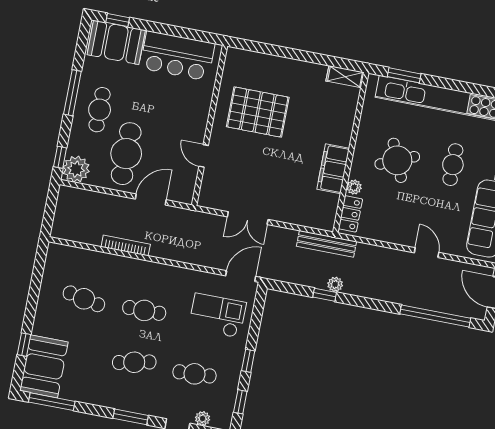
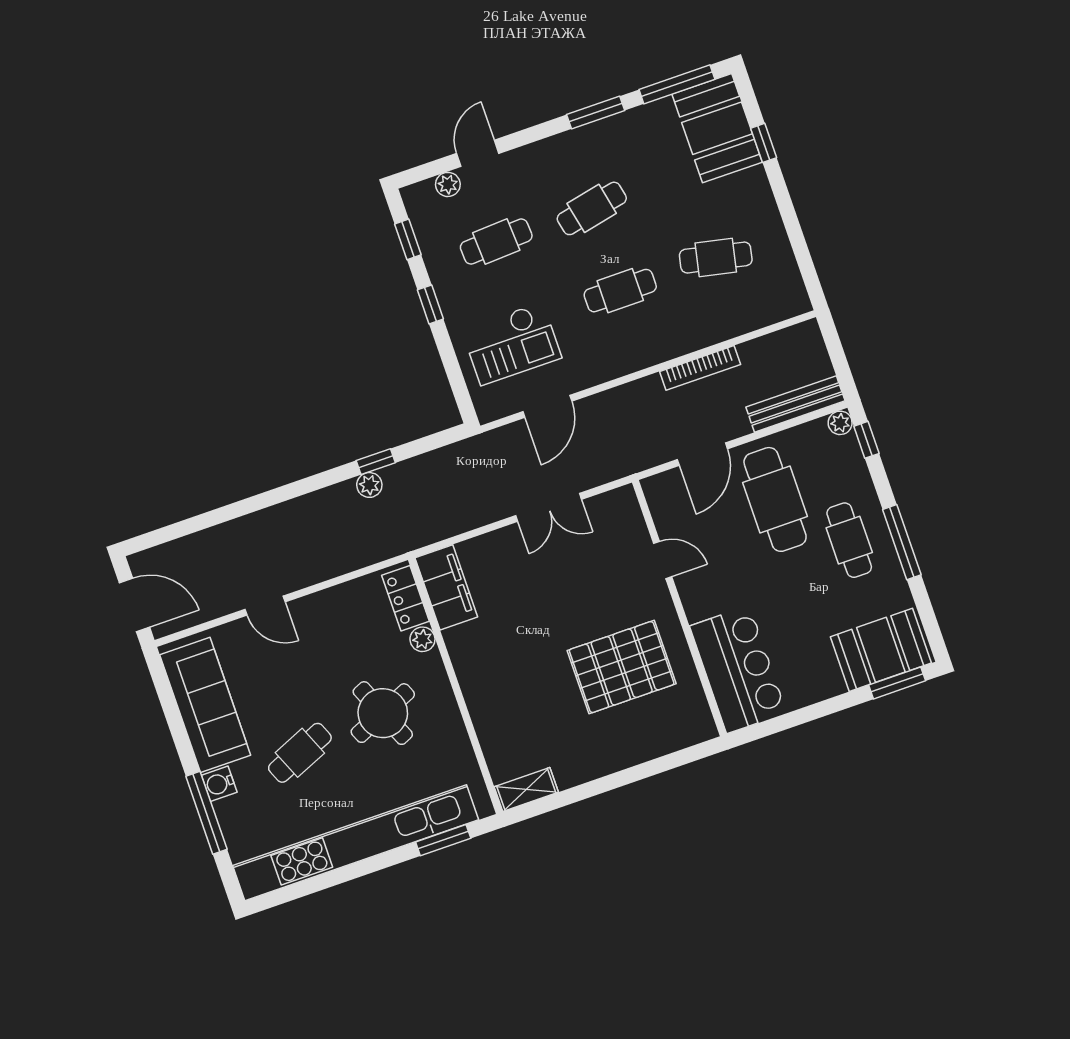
window: (118, 20) -> (897, 683), width x1.50
bar counter: (177, 56) -> (738, 669), moved, turned 90
cafe table: (453, 165) -> (300, 753), turned 67
plant: (76, 169) -> (840, 423), width x0.53, depth x0.53
filing cabinet: (333, 169) -> (446, 587), moved
double door: (248, 218) -> (549, 507), swing flipped
bench: (326, 244) -> (795, 404), moved
door: (241, 276) -> (547, 406), moved
window: (435, 316) -> (200, 522), removed
window: (131, 417) -> (596, 112), moved

